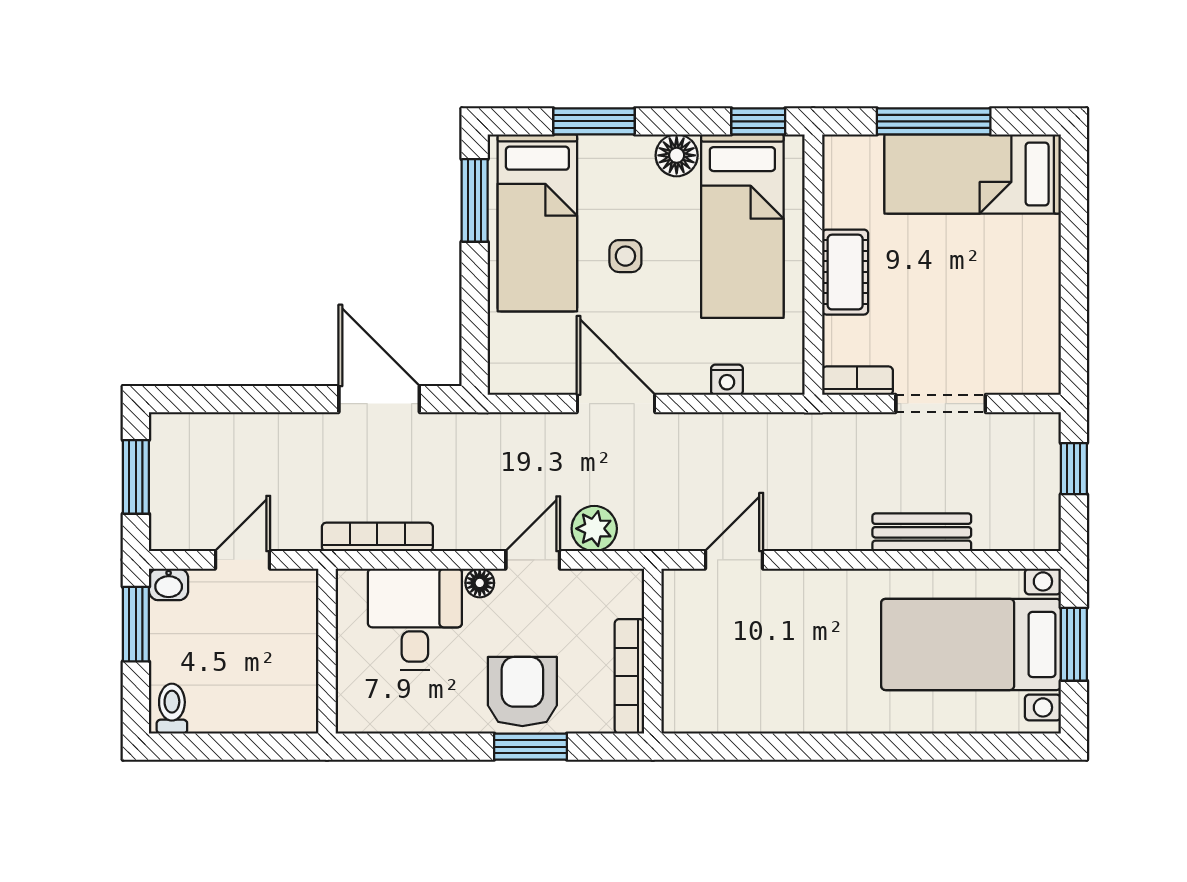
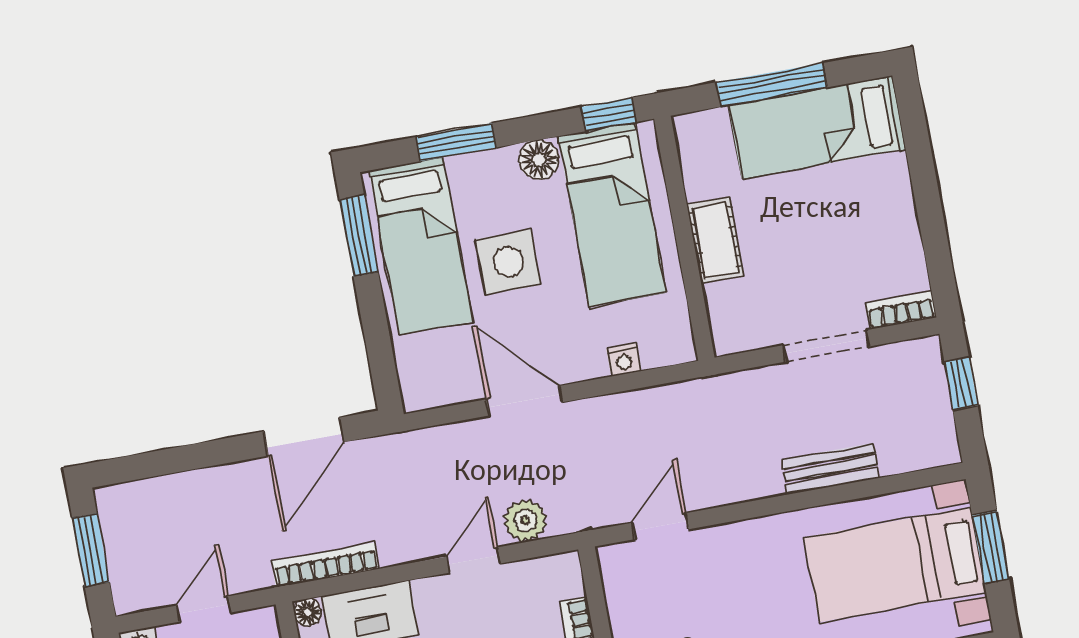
side table: (625, 256) -> (508, 262), width x1.87, depth x1.87
bookcase: (857, 381) -> (901, 310), moved
door: (379, 399) -> (304, 437), swing flipped
floor lamp: (480, 583) -> (308, 612), moved

